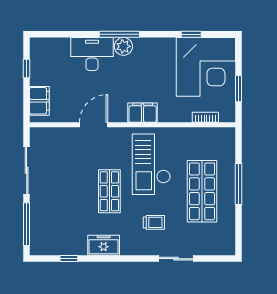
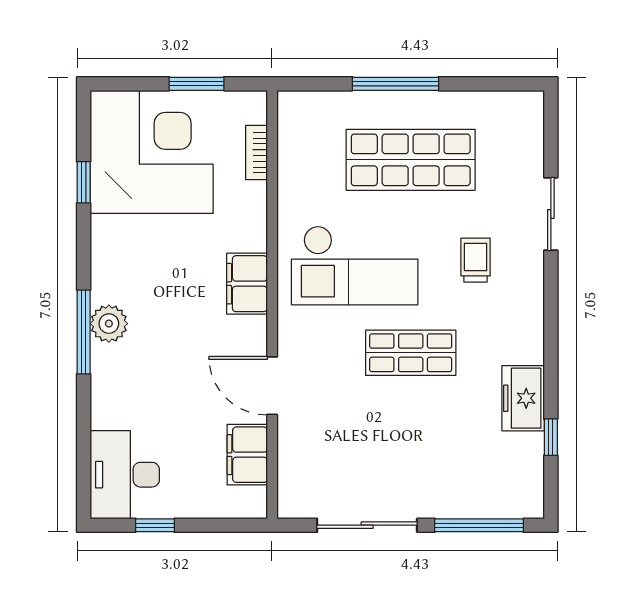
desk: (92, 54) -> (125, 475), moved
filing cabinet: (39, 101) -> (247, 455), moved, turned -90
freezer: (104, 245) -> (523, 398), moved

